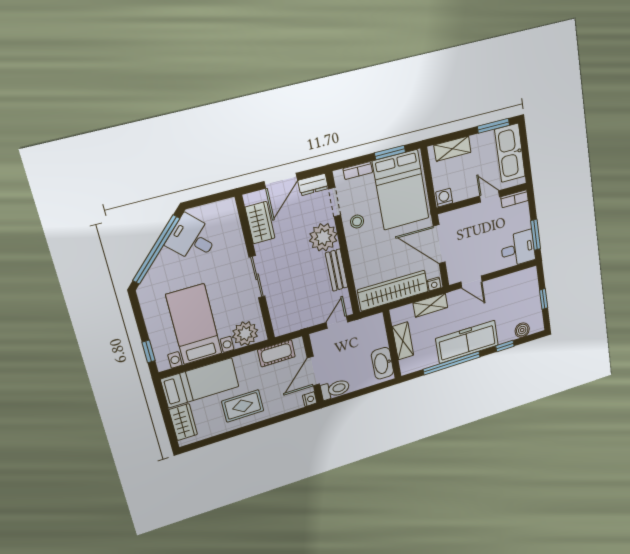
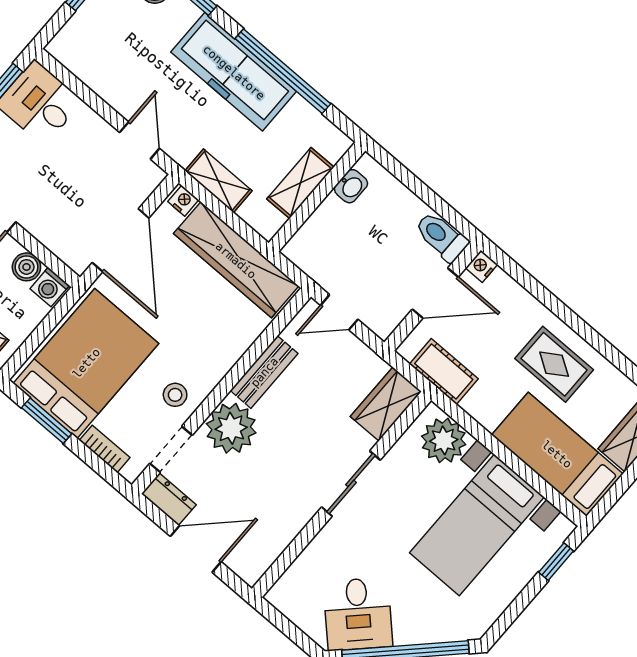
boiler: (460, 193) -> (26, 267), added
wardrobe: (260, 223) -> (386, 404), moved
washbasin: (382, 363) -> (351, 186), width x0.52, depth x0.69

